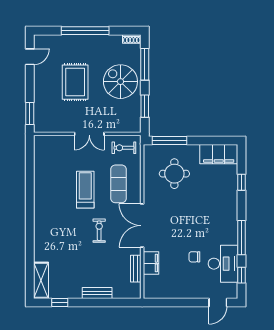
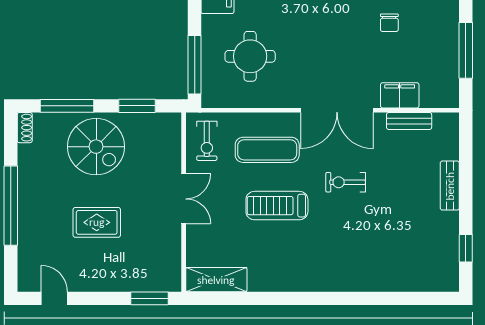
rug: (75, 82) -> (97, 222), width x0.73, depth x0.70
spiral stairs: (120, 82) -> (96, 147), turned -90
shelving: (41, 280) -> (216, 280), moved
window: (178, 302) -> (466, 50), added

